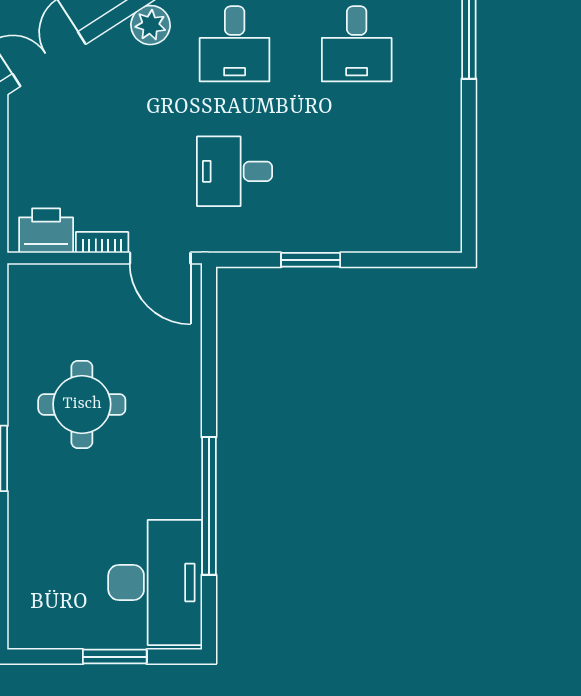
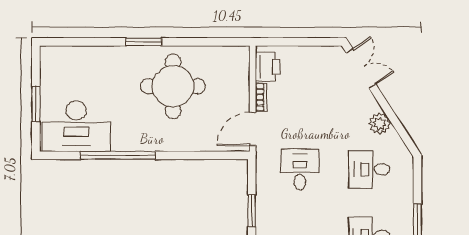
round table: (82, 404) -> (173, 86), width x1.36, depth x1.36

